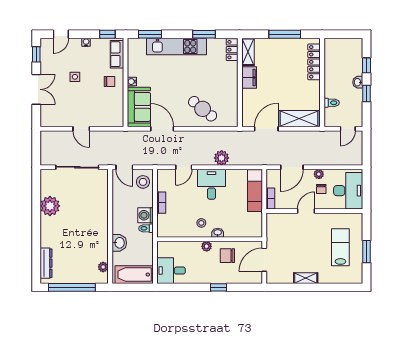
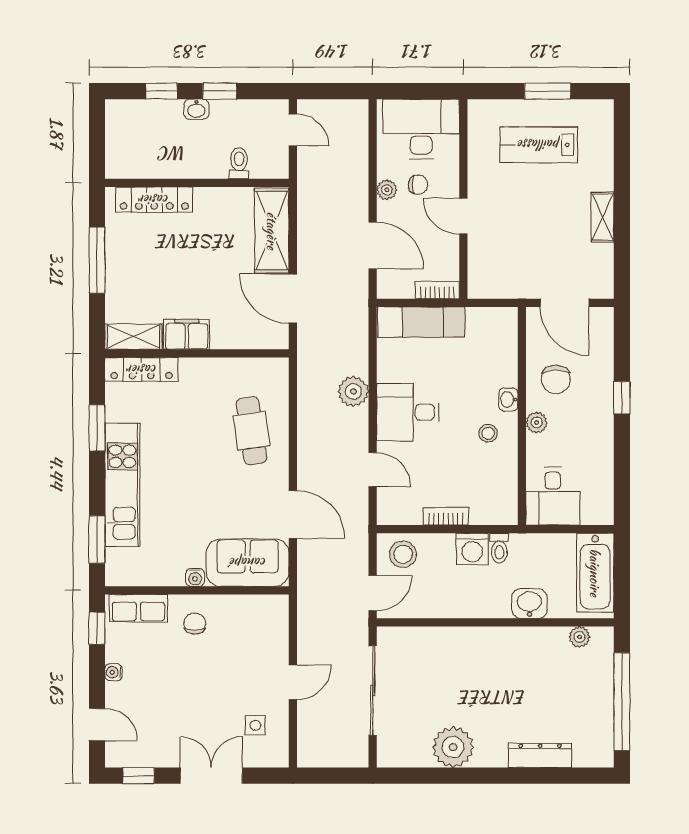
locker: (232, 50) -> (142, 370), width x1.53
side table: (75, 77) -> (255, 725), moved
cafe table: (203, 109) -> (252, 431), turned -47
door: (162, 129) -> (293, 514), swing flipped
dresser: (46, 263) -> (540, 755), moved
desk: (171, 271) -> (553, 496), moved

